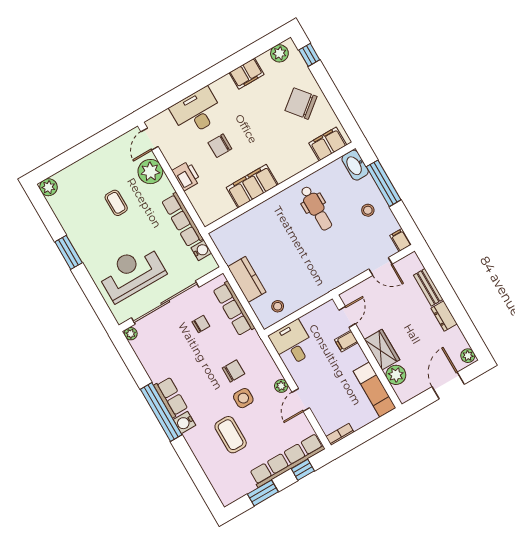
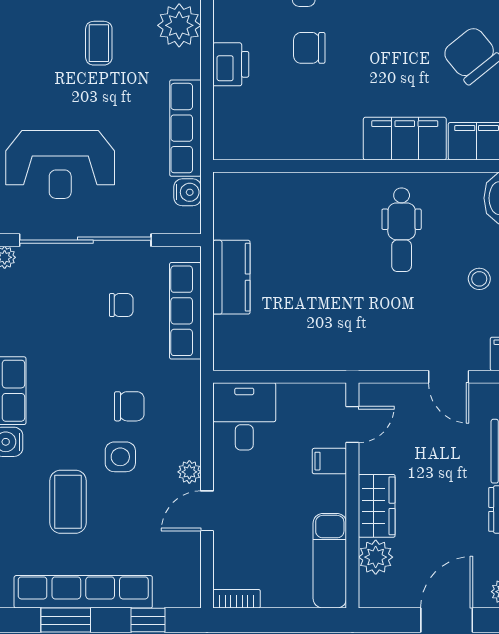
filing cabinet: (252, 186) -> (405, 139), moved
reception desk: (132, 273) -> (60, 164), turned 180
stool: (278, 306) -> (255, 346), removed
row of seats: (287, 461) -> (83, 592), moved

